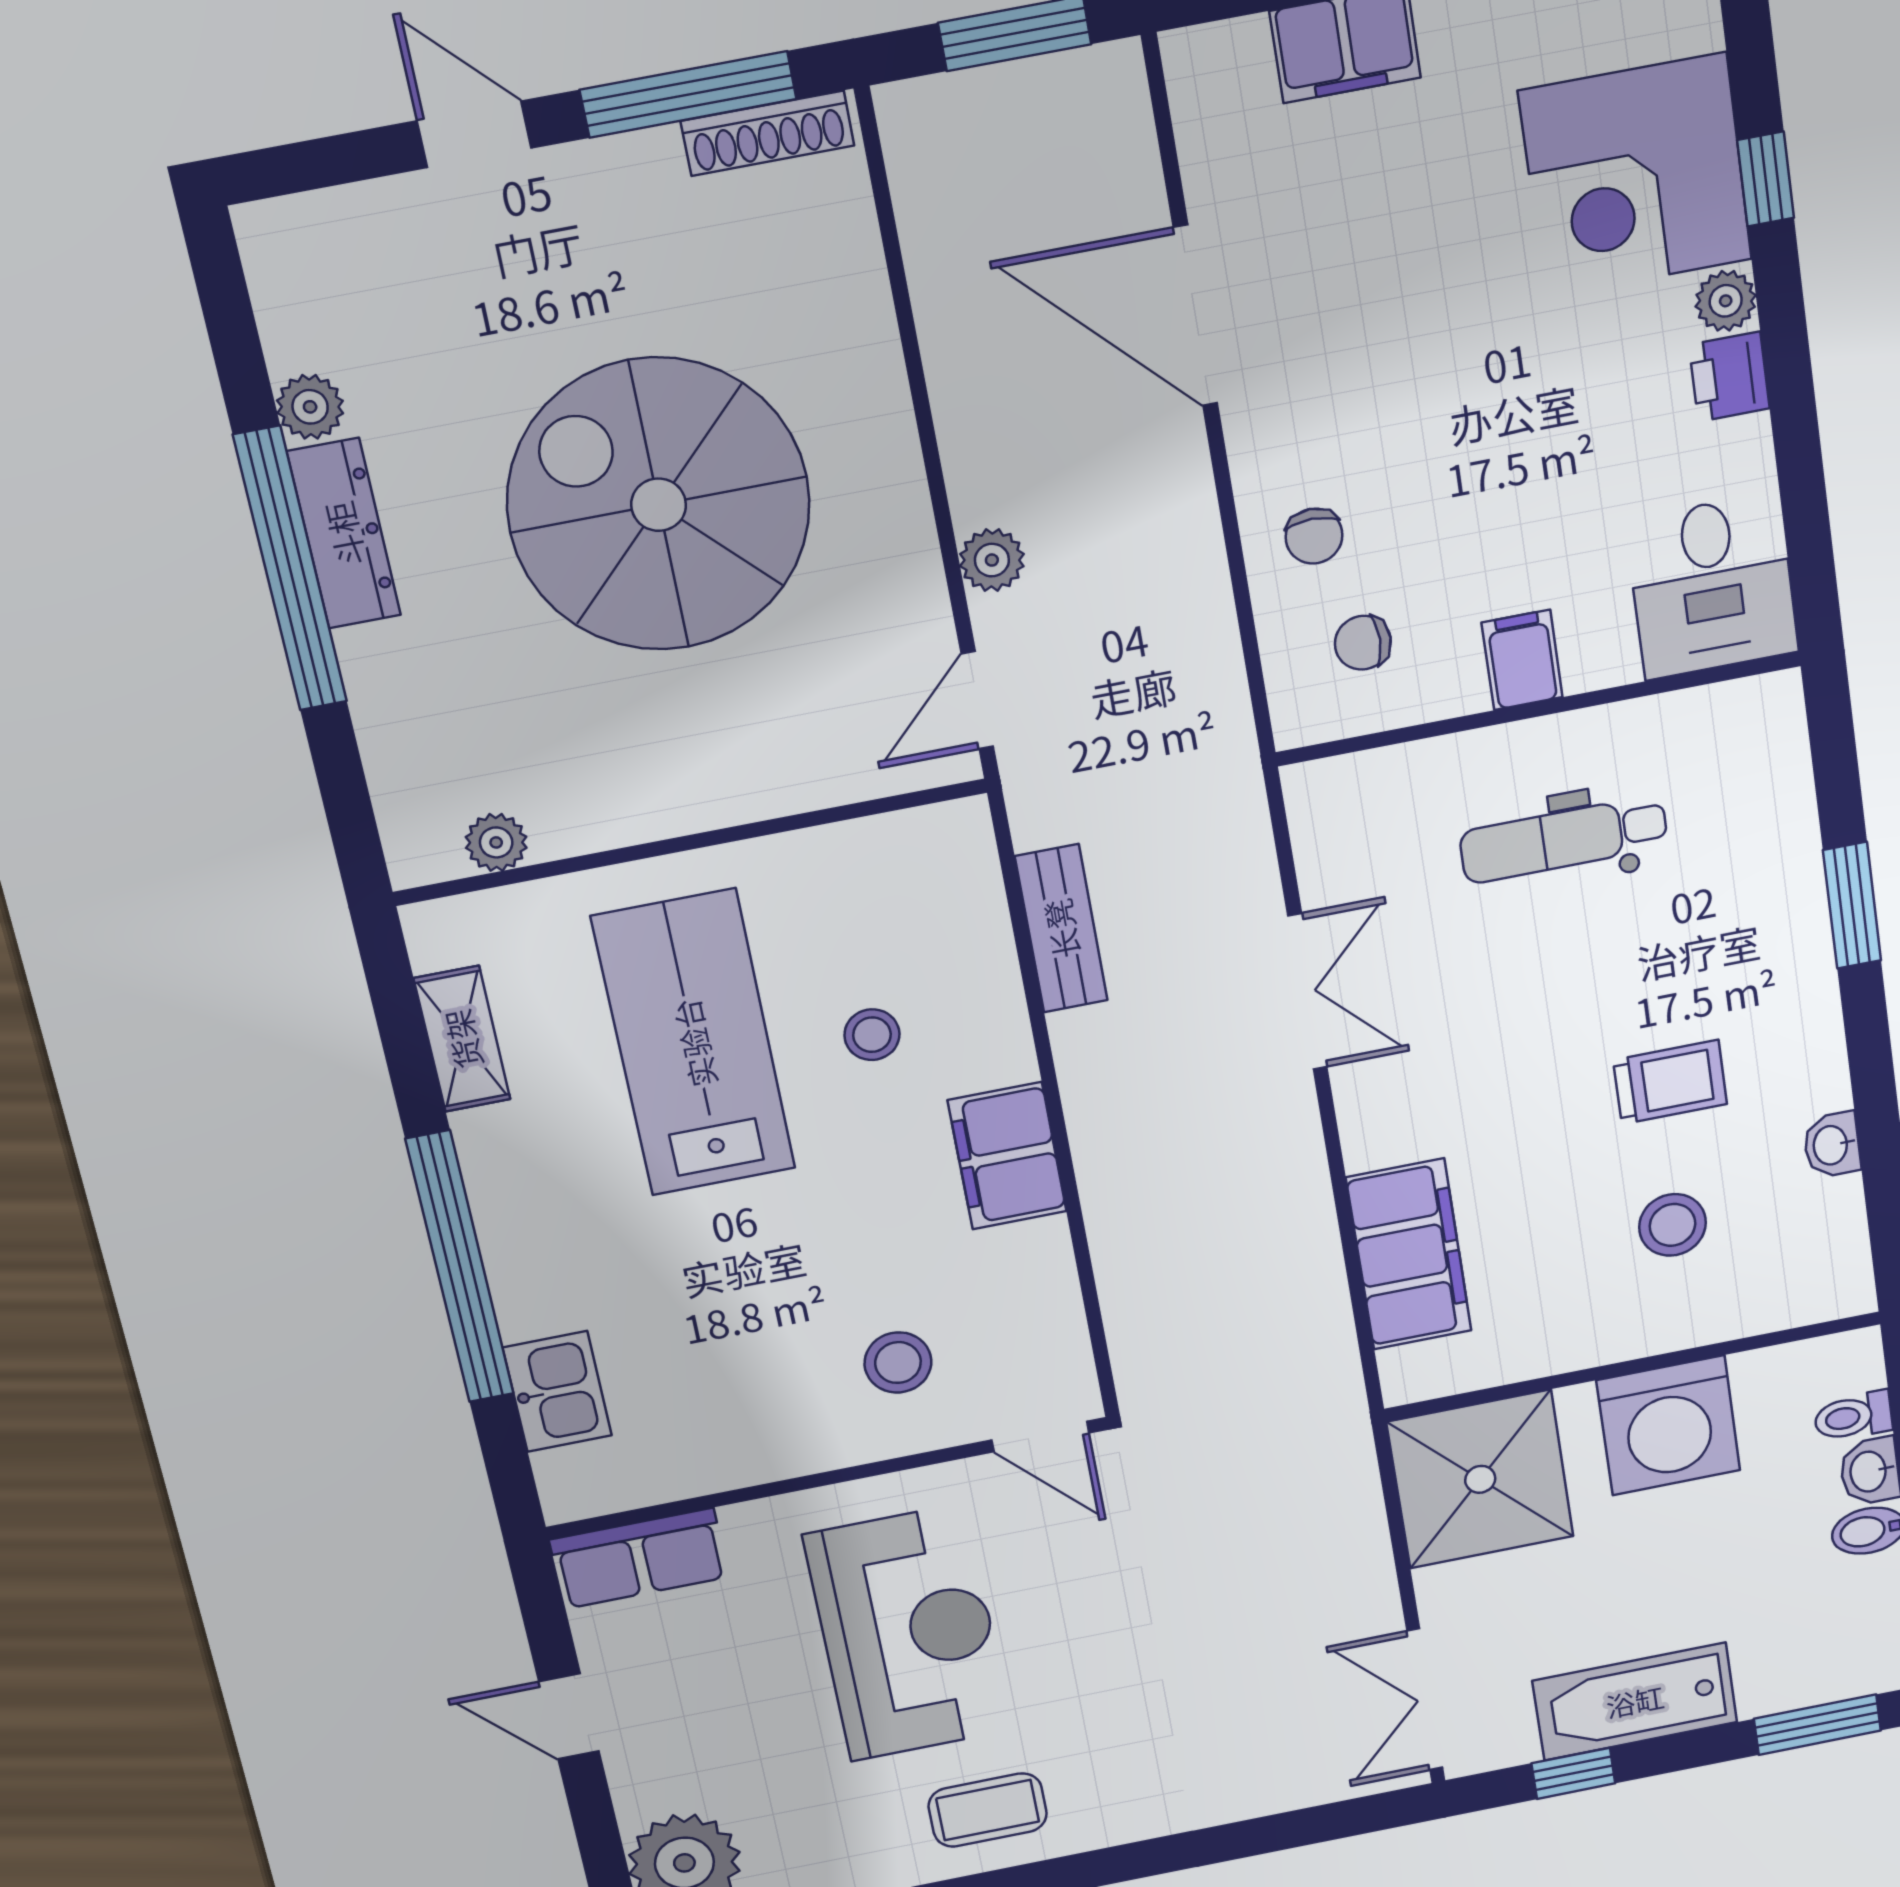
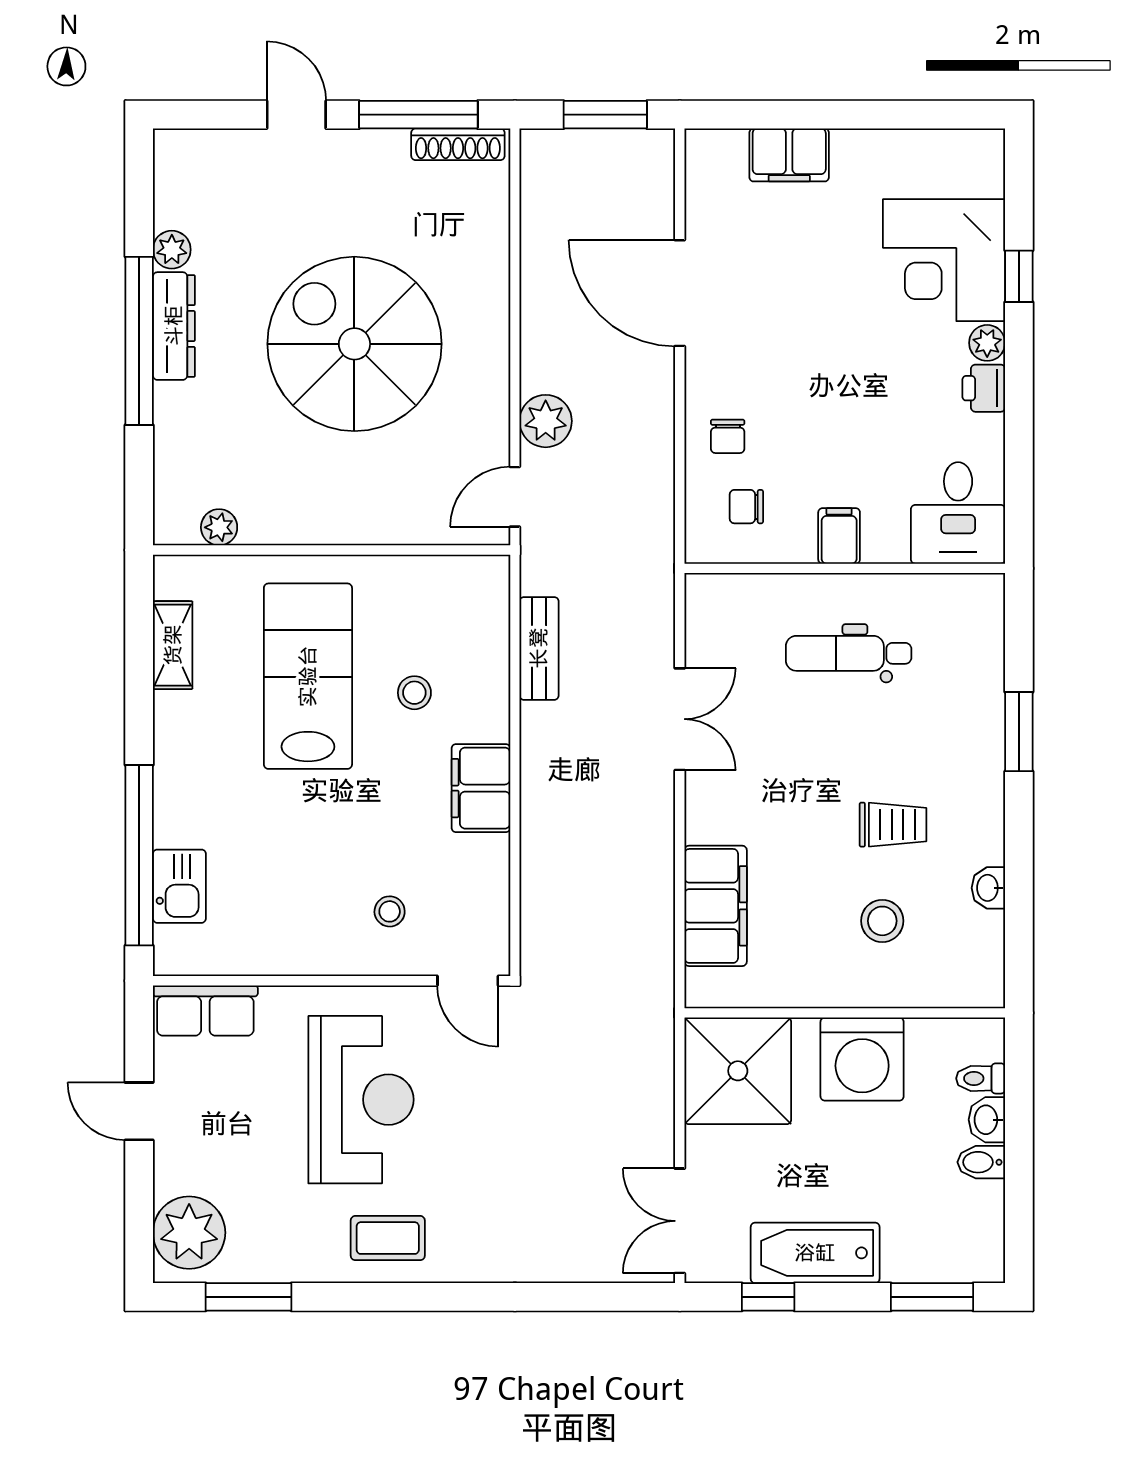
plant: (992, 560) -> (546, 421), width x1.38, depth x1.38
window: (460, 1267) -> (139, 855), moved
stool: (898, 1363) -> (390, 911), width x0.73, depth x0.73

